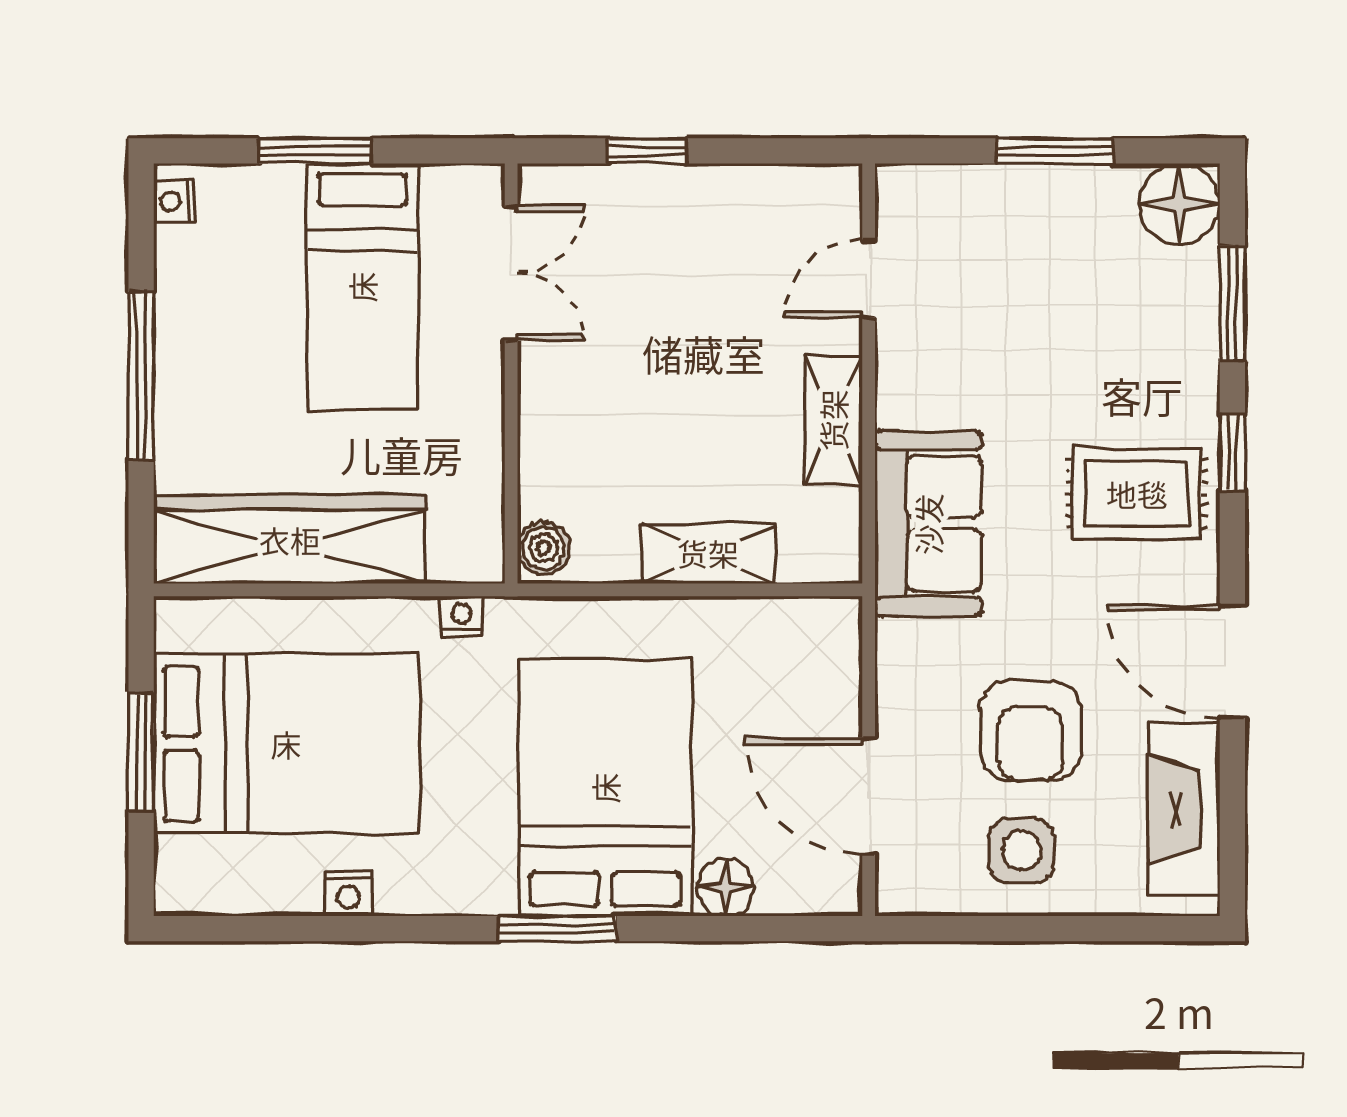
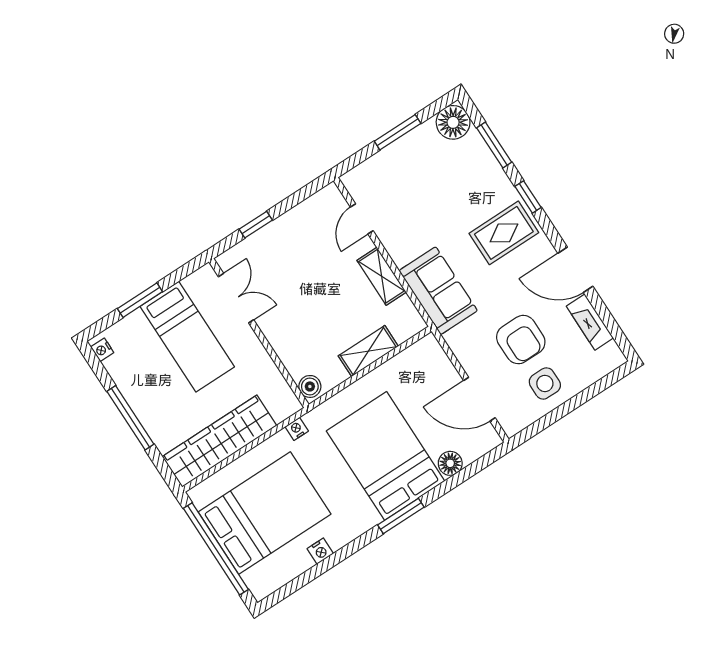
window: (141, 752) -> (216, 549), width x2.11
fireplace: (1184, 810) -> (590, 322), width x0.73, depth x0.76

